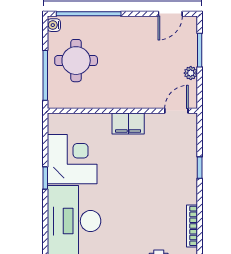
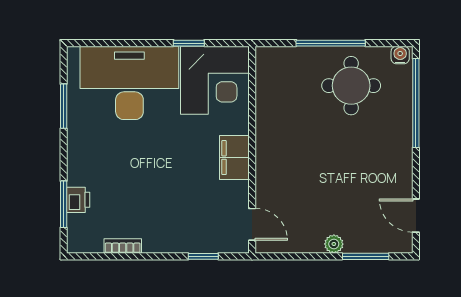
wall: (122, 111) -> (252, 150), moved
door: (176, 111) -> (252, 224), moved
filing cabinet: (128, 124) -> (234, 158), moved
bookcase: (192, 226) -> (123, 246), width x0.64

